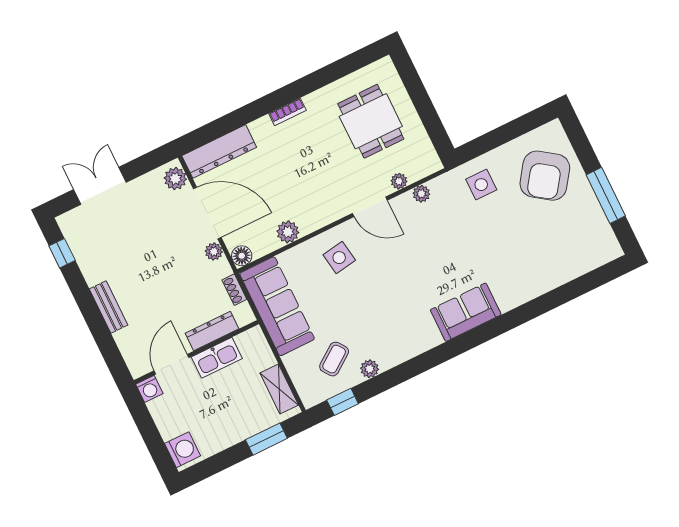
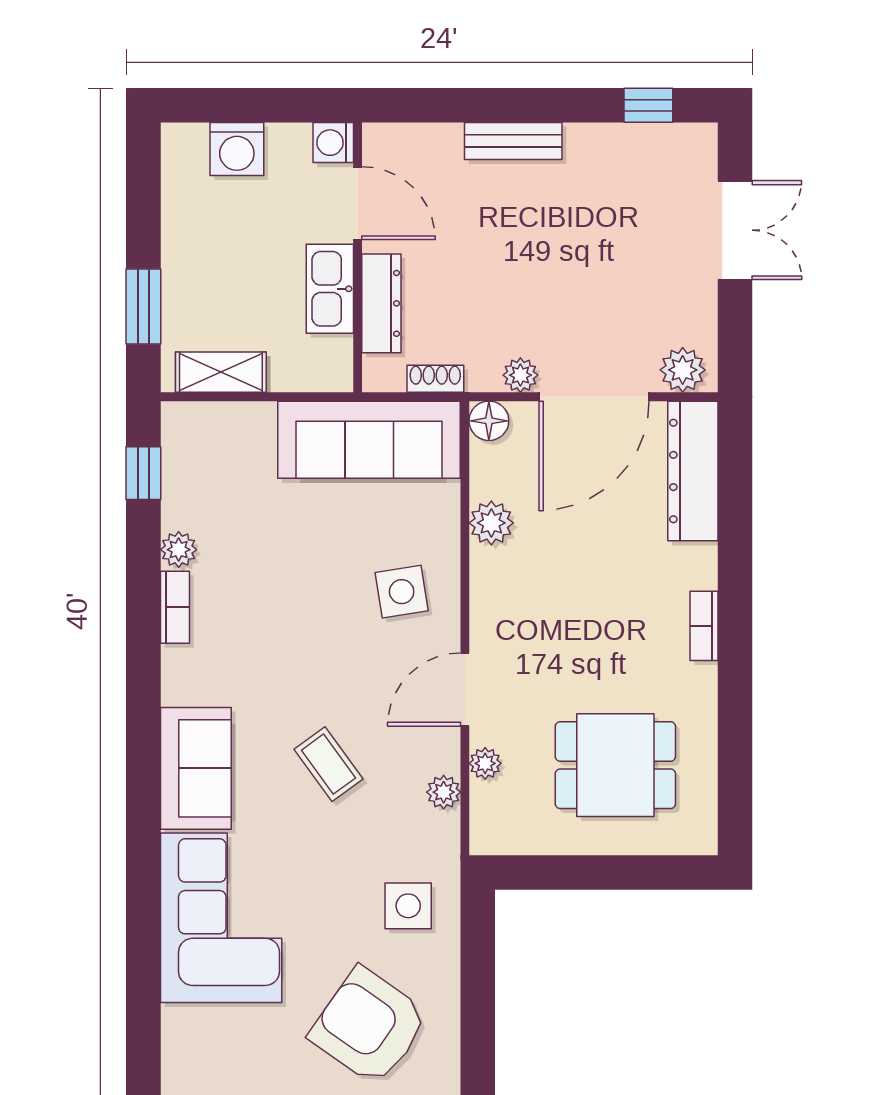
corner sofa: (528, 267) -> (221, 918), added
bookcase: (397, 358) -> (175, 607), added
coffee table: (334, 359) -> (328, 764), moved
washing machine: (183, 450) -> (237, 149), moved

